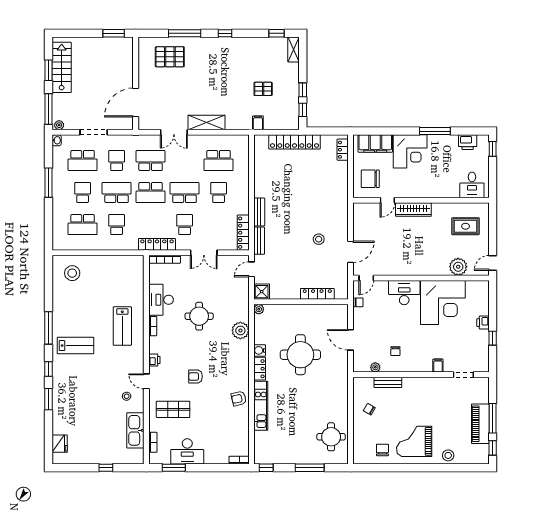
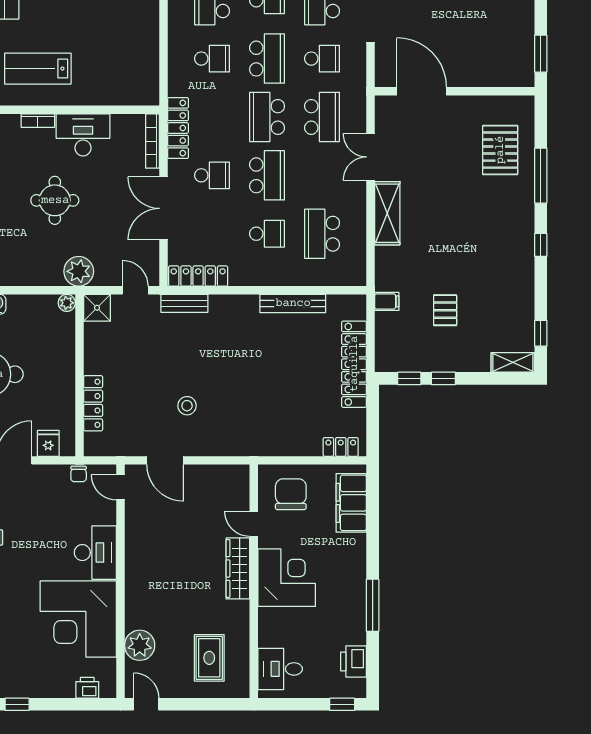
corner desk: (410, 151) -> (287, 578), moved, turned 180
bench: (259, 212) -> (293, 303), moved, width x1.36
double door: (204, 253) -> (164, 208), width x1.37
fridge: (341, 320) -> (48, 443), added
printer: (483, 323) -> (87, 688), moved
plant: (240, 330) -> (79, 271), moved

